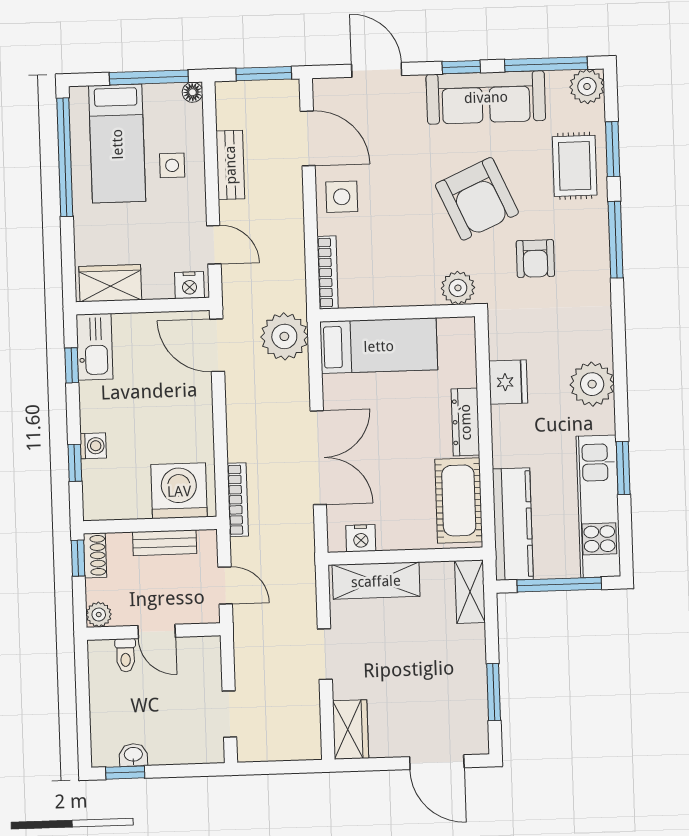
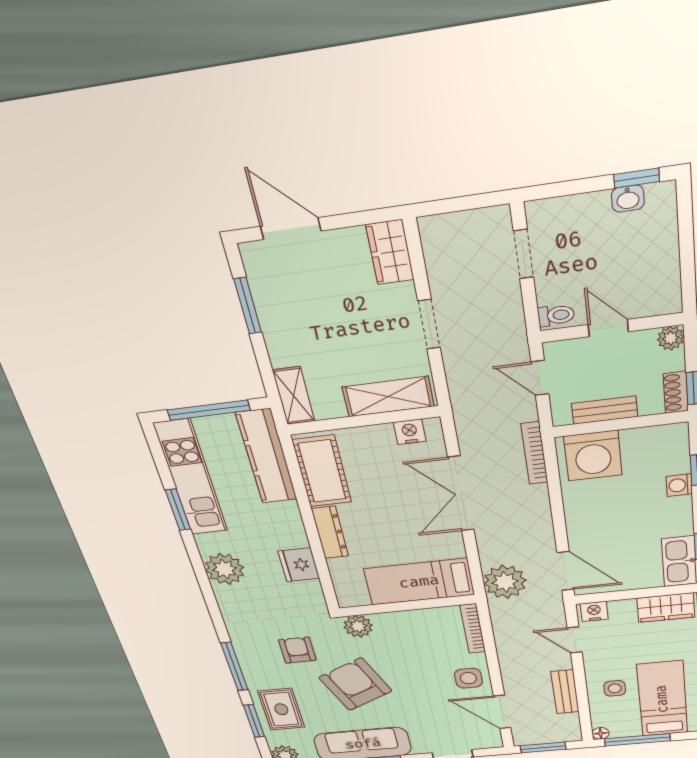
toilet: (125, 655) -> (556, 315), moved, turned 90

